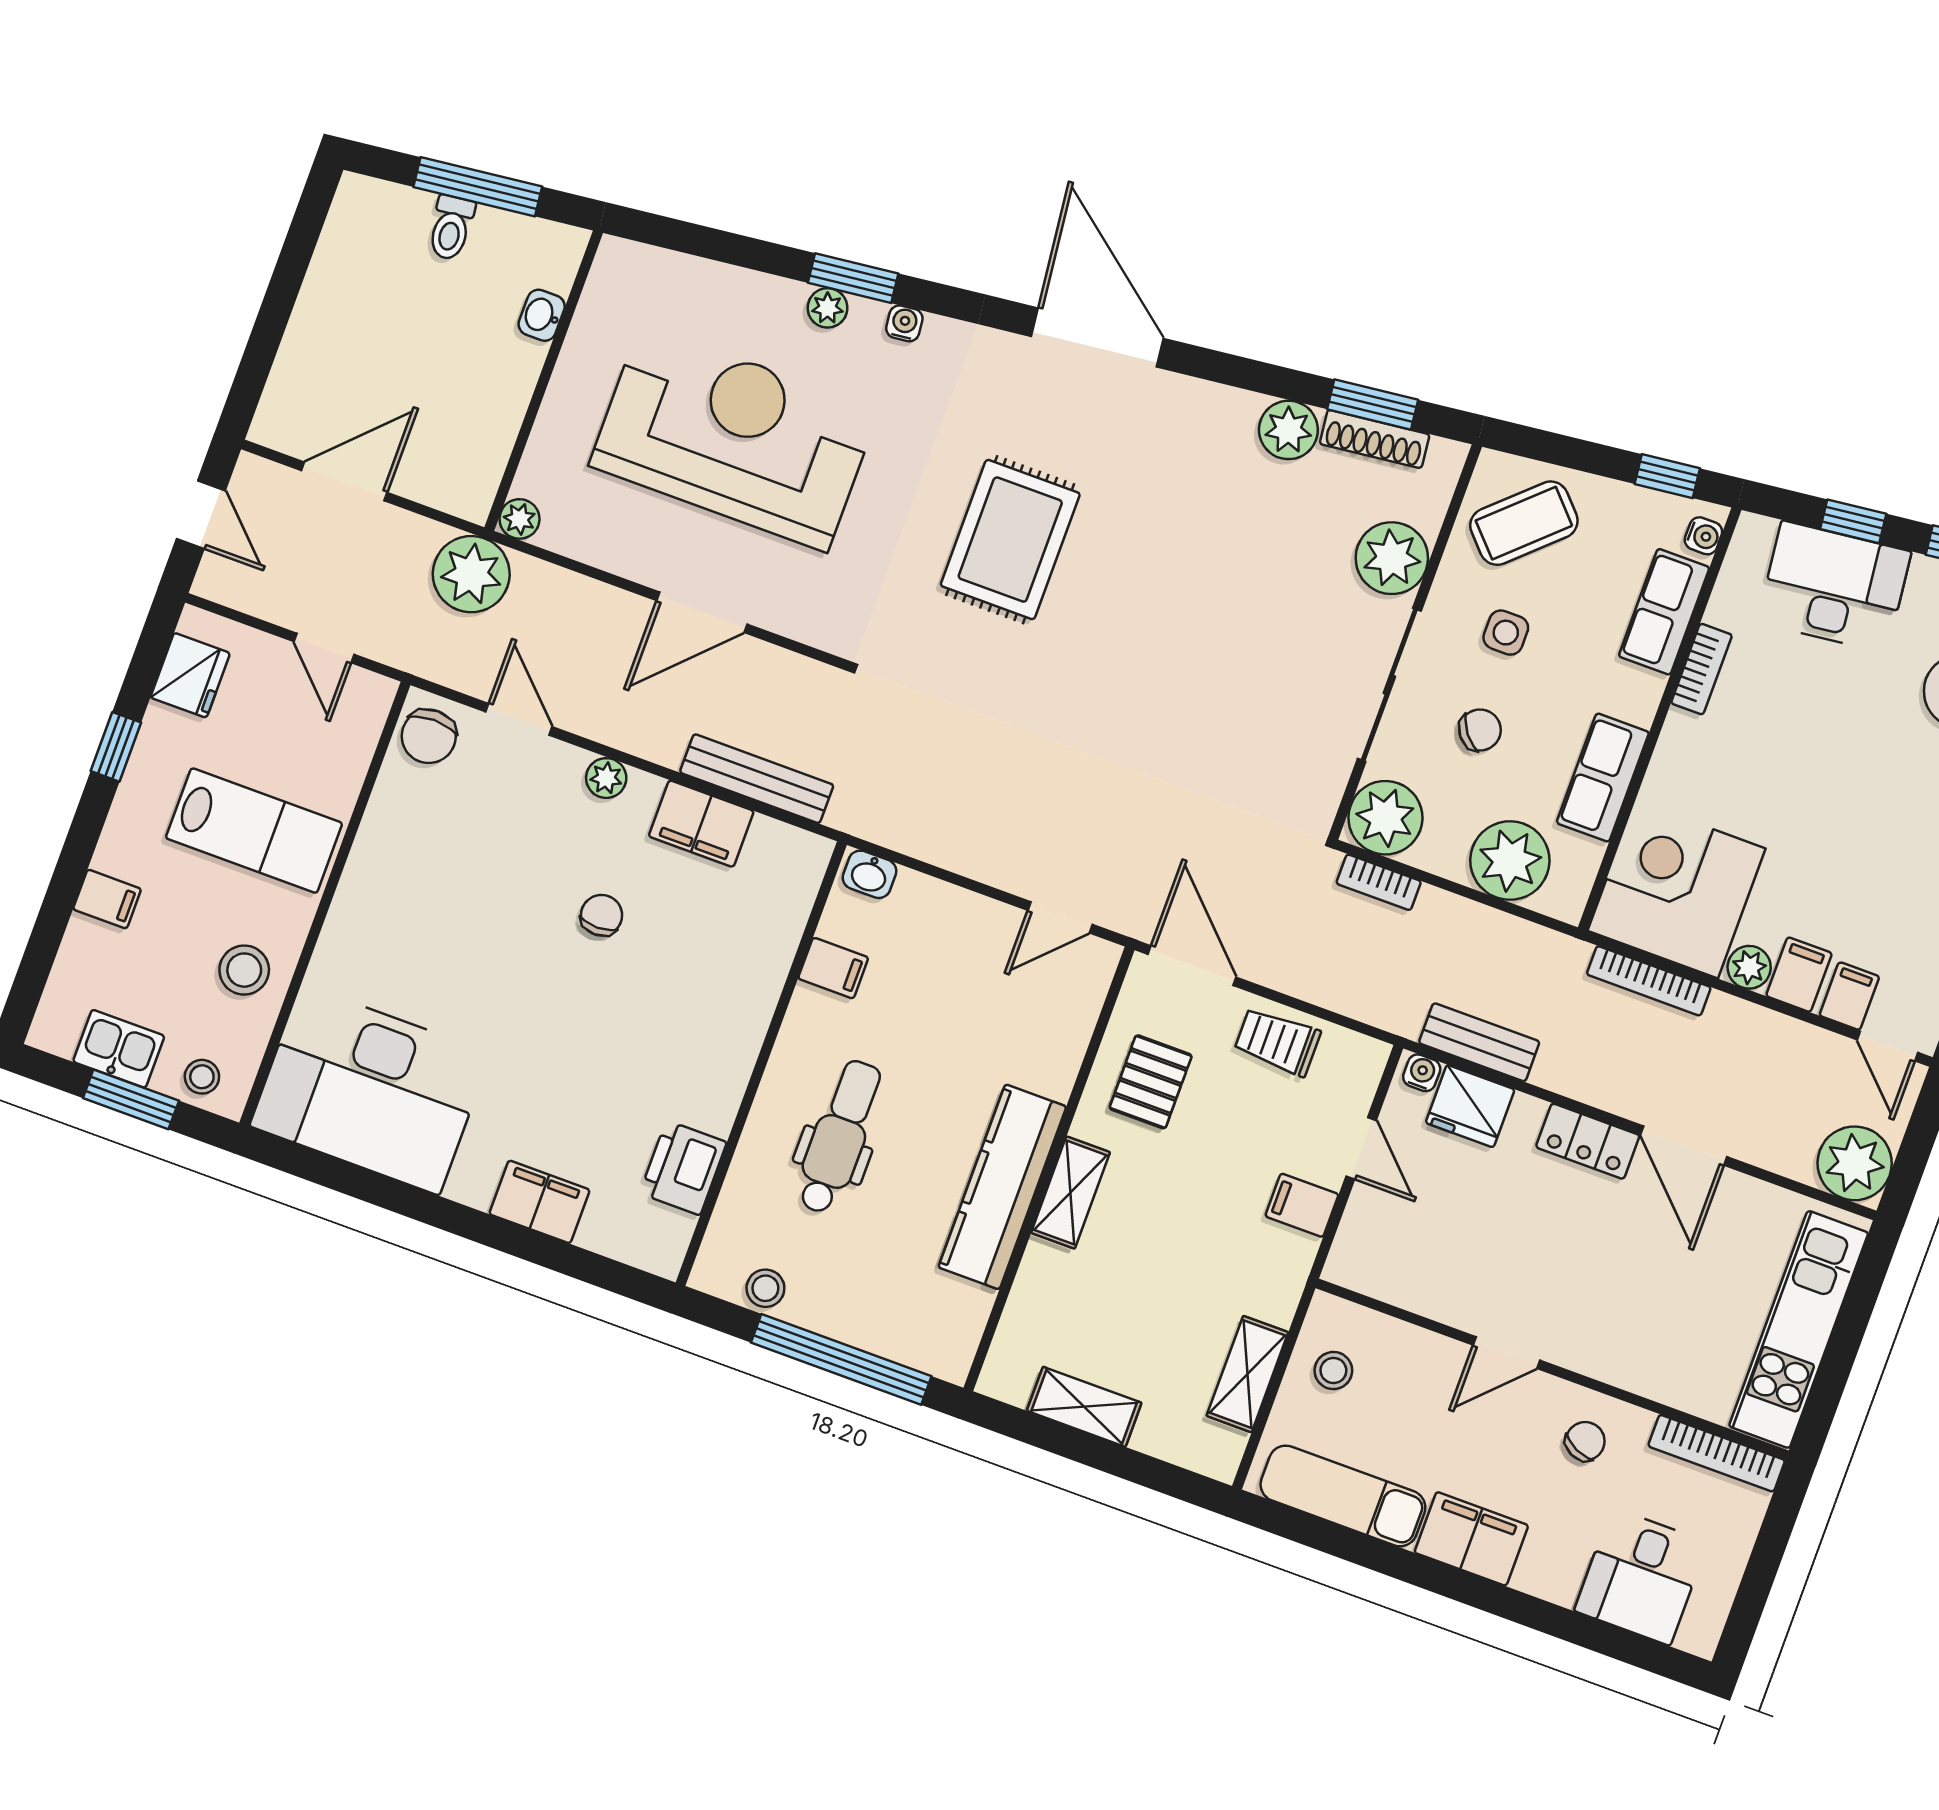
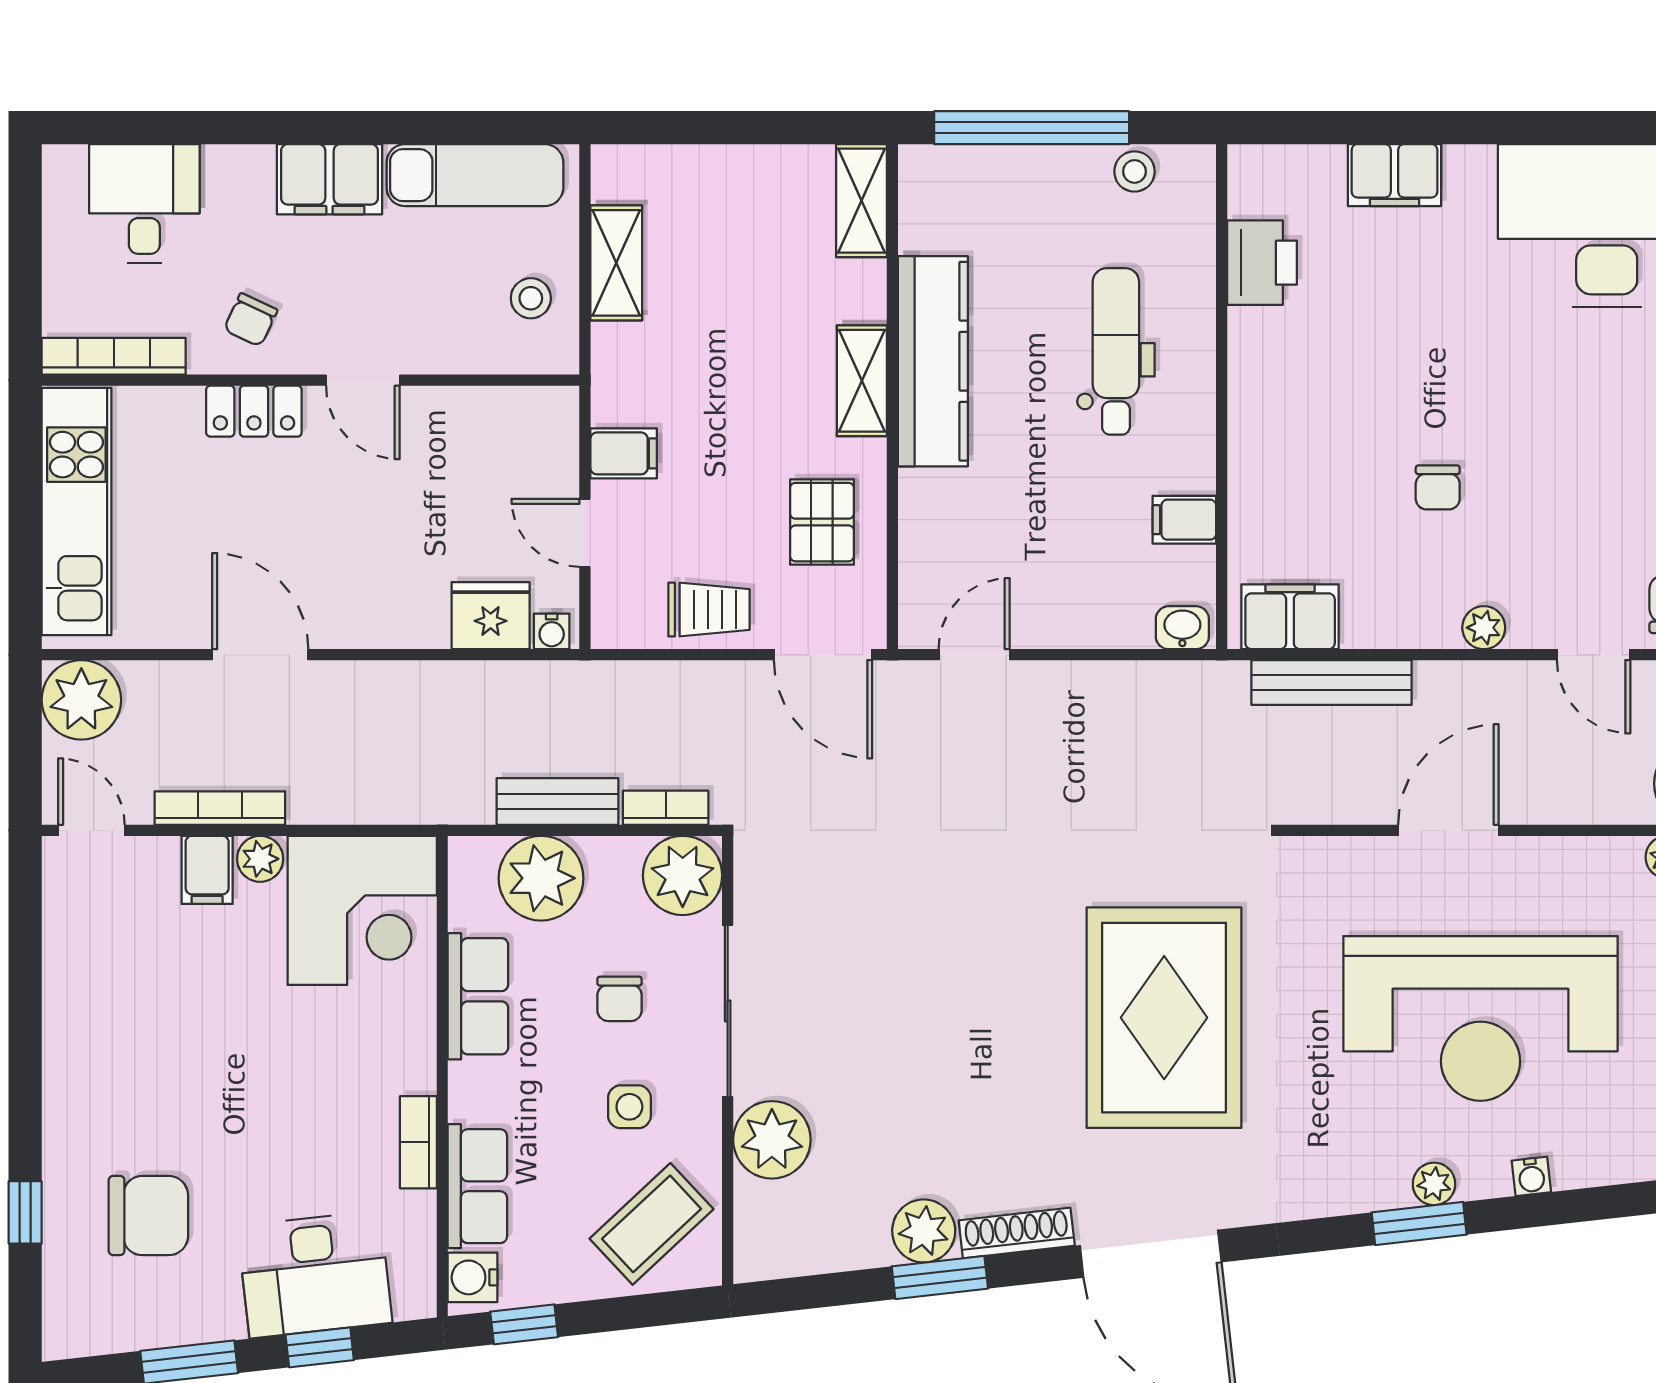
water cooler: (904, 323) -> (1531, 1176), moved
window: (1373, 404) -> (940, 1277), moved
shoe rack: (1375, 439) -> (1017, 1233), moved
water cooler: (1703, 536) -> (473, 1277), width x1.38, depth x1.38
rug: (1010, 540) -> (1164, 1018), width x1.37, depth x1.44
chair: (1480, 730) -> (620, 999), turned -52
filing cabinet: (701, 824) -> (1290, 617), moved
bookcase: (1649, 981) -> (220, 808), moved
filing cabinet: (1849, 996) -> (148, 867), removed
bench: (1479, 1042) -> (558, 802), moved
dental chair: (839, 1137) -> (1116, 351), turned 180
locker: (1588, 1141) -> (254, 411), moved, turned 180
door: (1506, 1353) -> (363, 380), swing flipped
shelving: (1084, 1407) -> (861, 201), moved, turned 90

